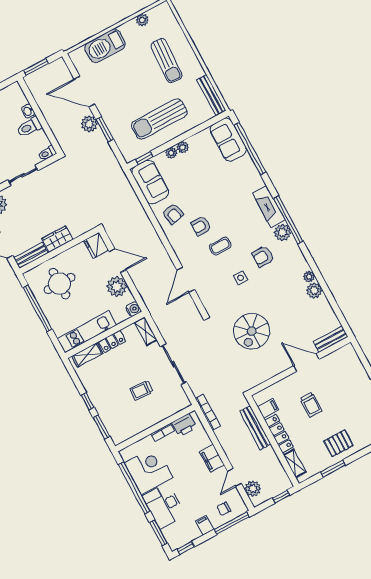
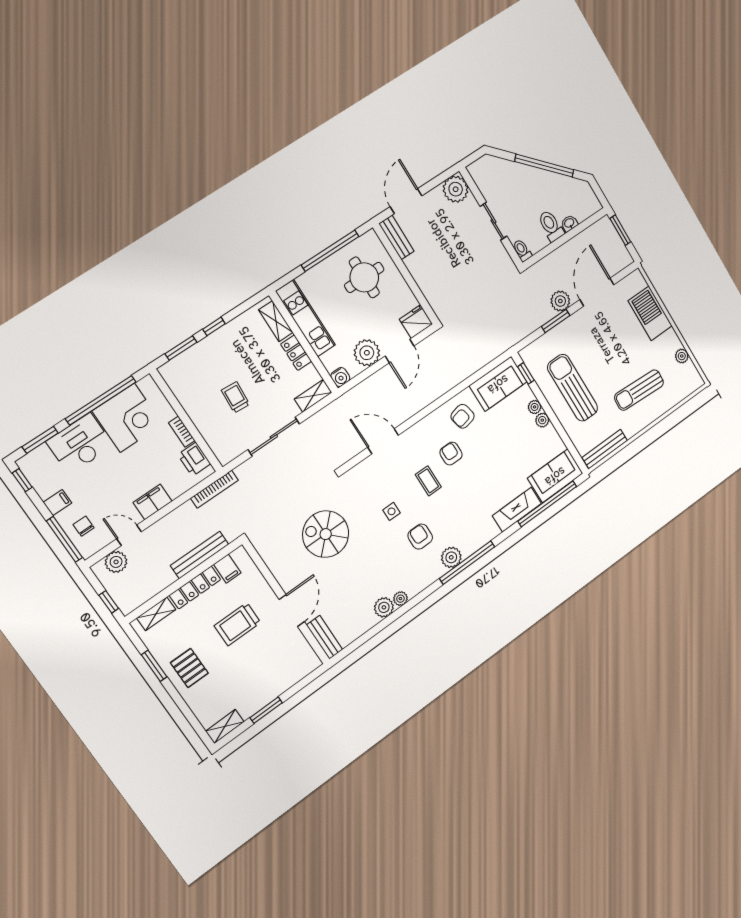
fireplace: (269, 207) -> (517, 510), moved
wardrobe: (57, 239) -> (420, 271), removed
trolley: (311, 405) -> (237, 624), width x1.36, depth x1.39

